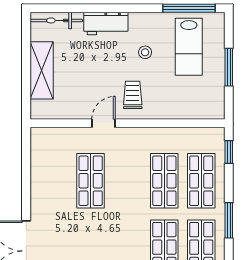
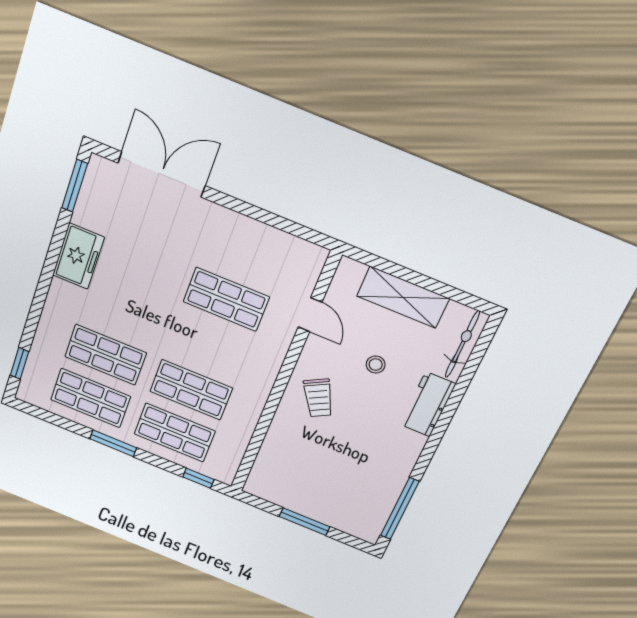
lab bench: (189, 47) -> (351, 488), removed
stool: (145, 52) -> (376, 365), moved
trolley: (133, 95) -> (318, 398), turned 61
door: (104, 123) -> (310, 315), moved

